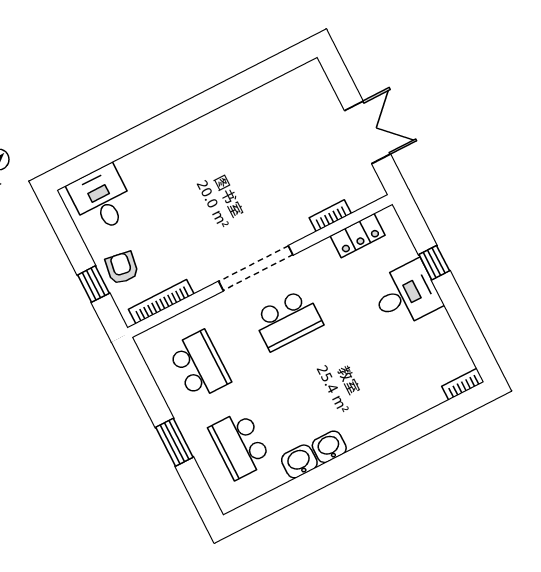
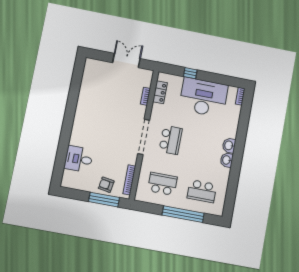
desk: (101, 199) -> (79, 159), moved
window: (93, 284) -> (104, 200), width x2.17
desk: (406, 295) -> (203, 97), width x1.87, depth x1.30
window: (174, 442) -> (183, 214), width x2.11
washbasin: (299, 461) -> (229, 145), moved

